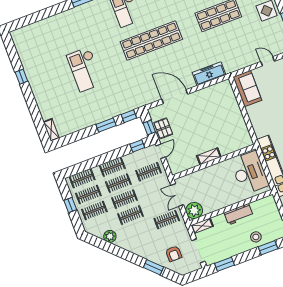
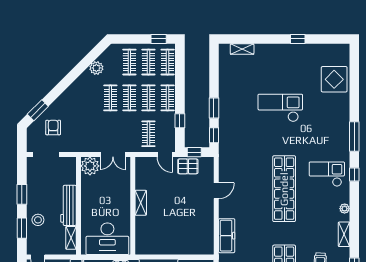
display table: (44, 33) -> (334, 79), added
door: (175, 97) -> (216, 191), width x0.53
shelving: (51, 130) -> (242, 49), moved
window: (137, 146) -> (180, 121), moved
double door: (177, 195) -> (113, 154), swing flipped
window: (70, 205) -> (159, 39), moved
workbench: (239, 214) -> (69, 205), width x1.38
clothes rail: (167, 220) -> (91, 134), removed
shelving: (202, 226) -> (71, 238), moved
armchair: (174, 254) -> (53, 127), turned 90
window: (224, 264) -> (22, 194), moved
window: (153, 267) -> (38, 110), moved

